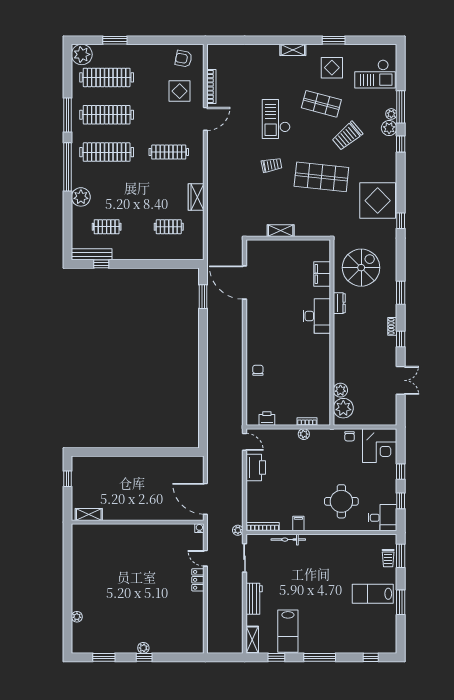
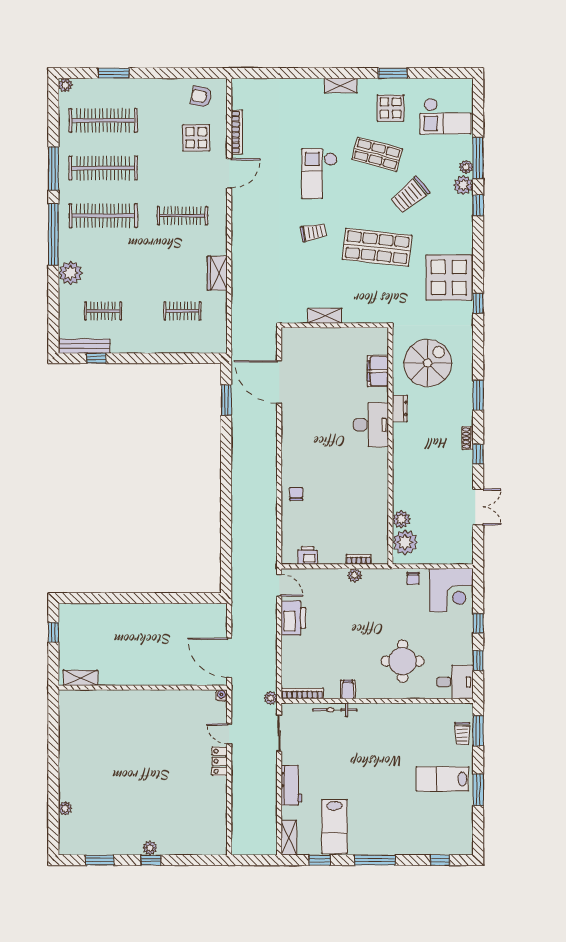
plant: (82, 54) -> (65, 85), width x0.53, depth x0.53

